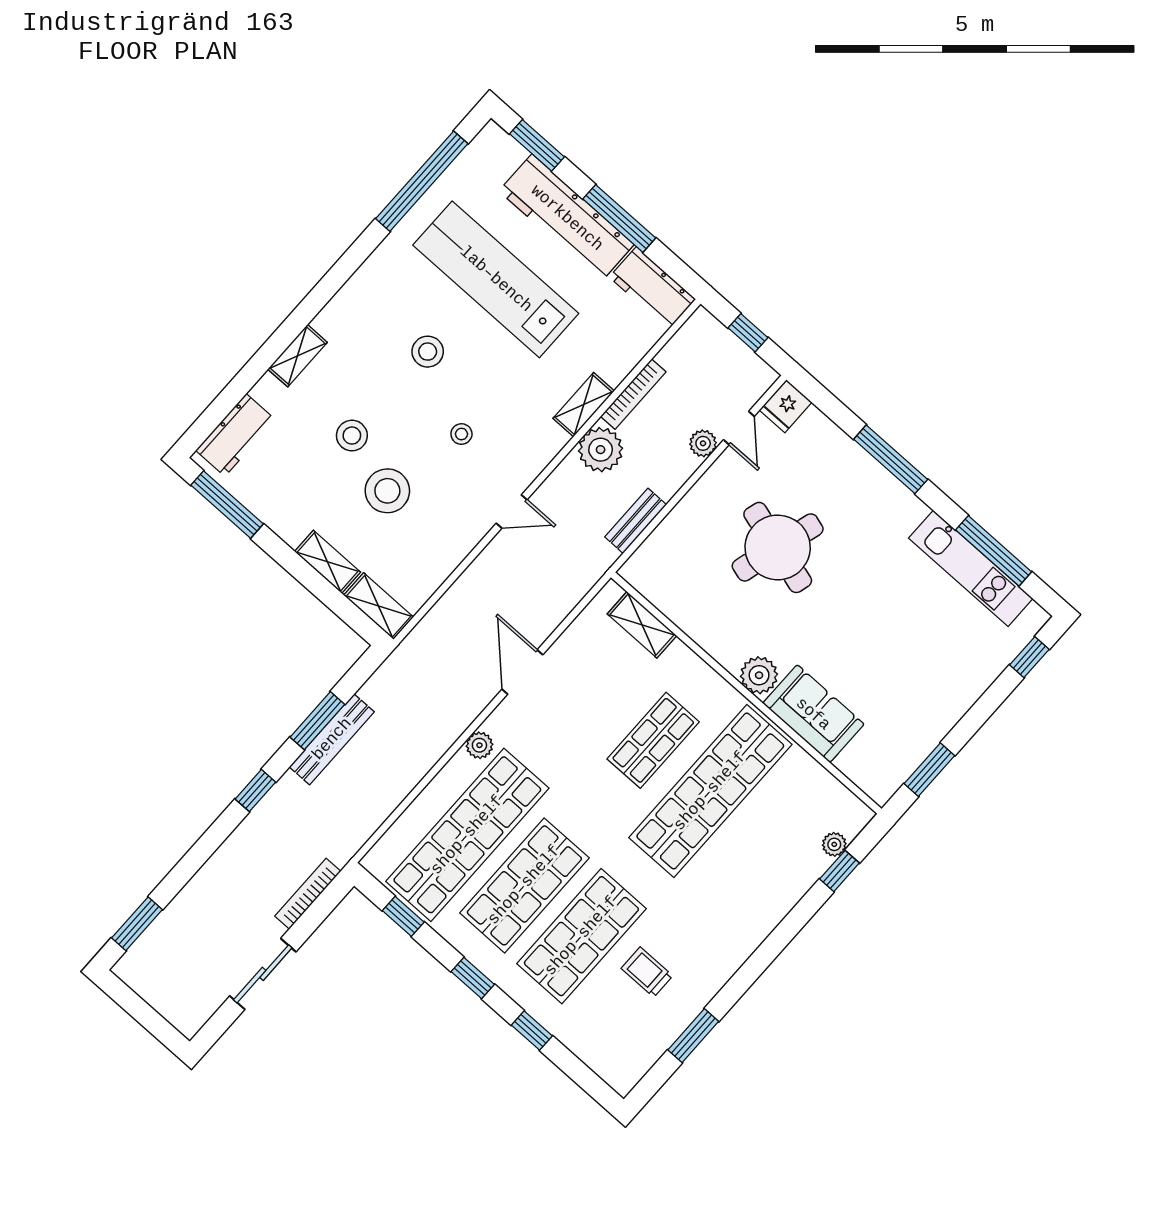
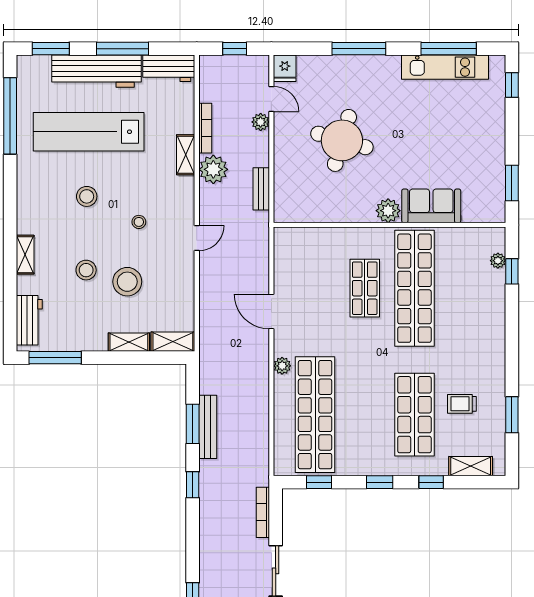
shelving: (642, 625) -> (471, 466), moved
shop shelf: (524, 885) -> (365, 415), removed

